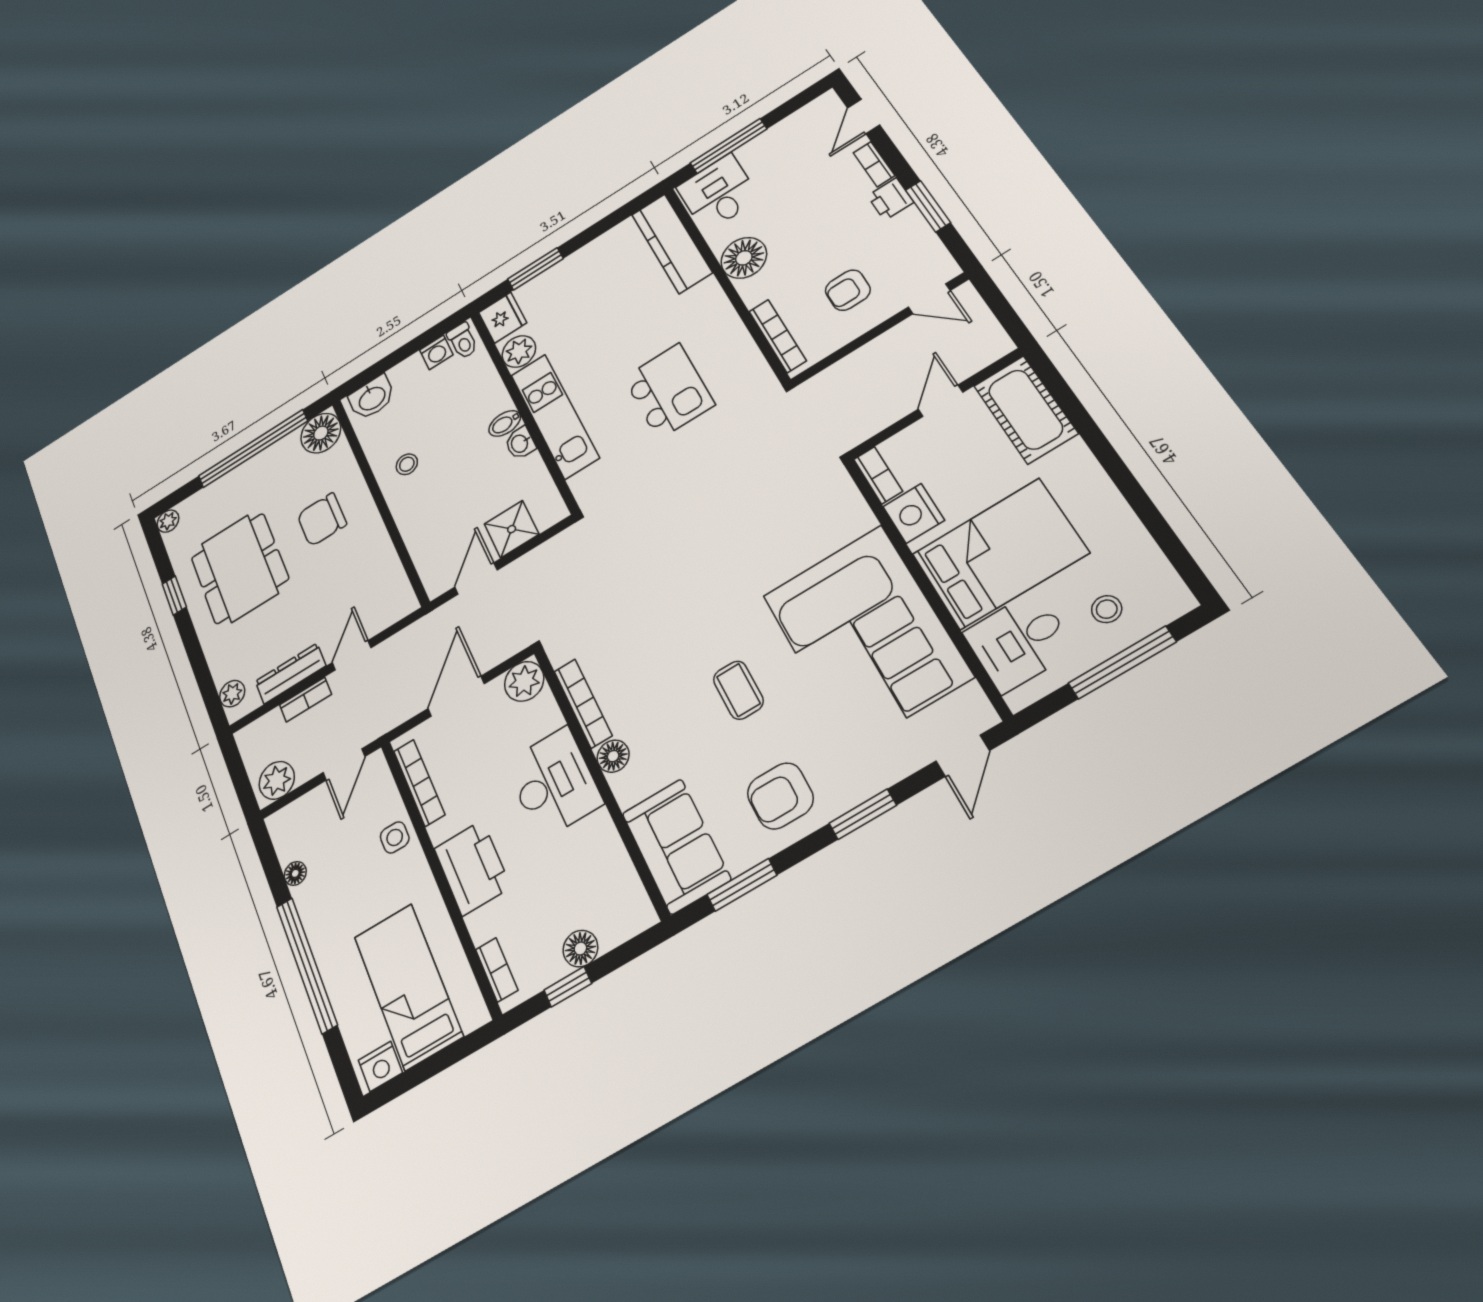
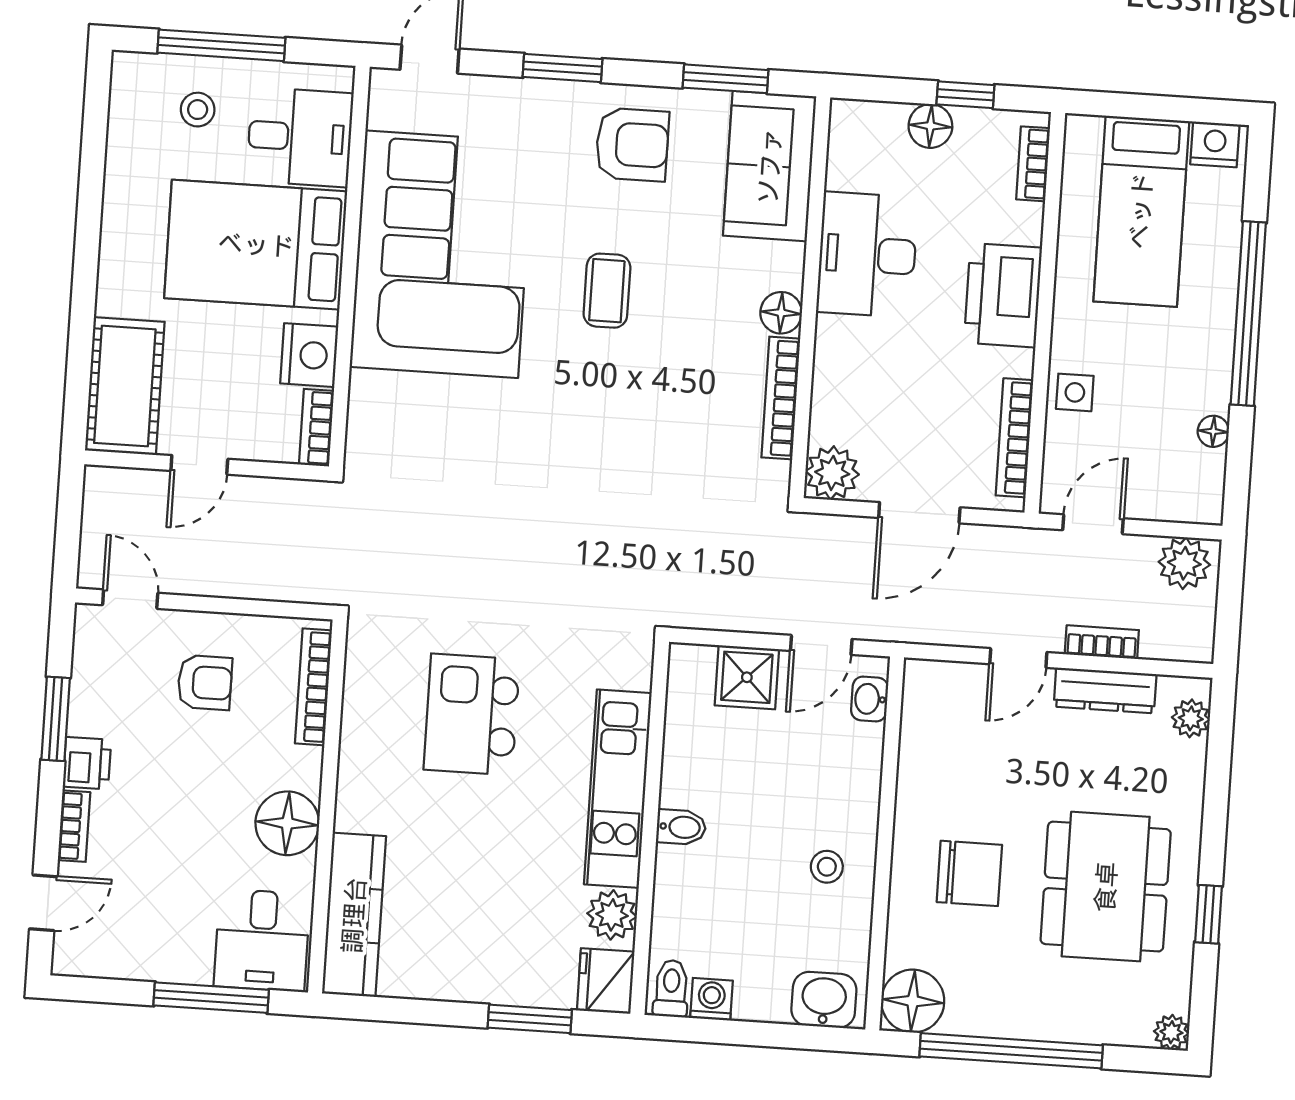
washbasin: (520, 443) -> (870, 699), moved, turned 180
desk: (554, 783) -> (867, 255), moved

